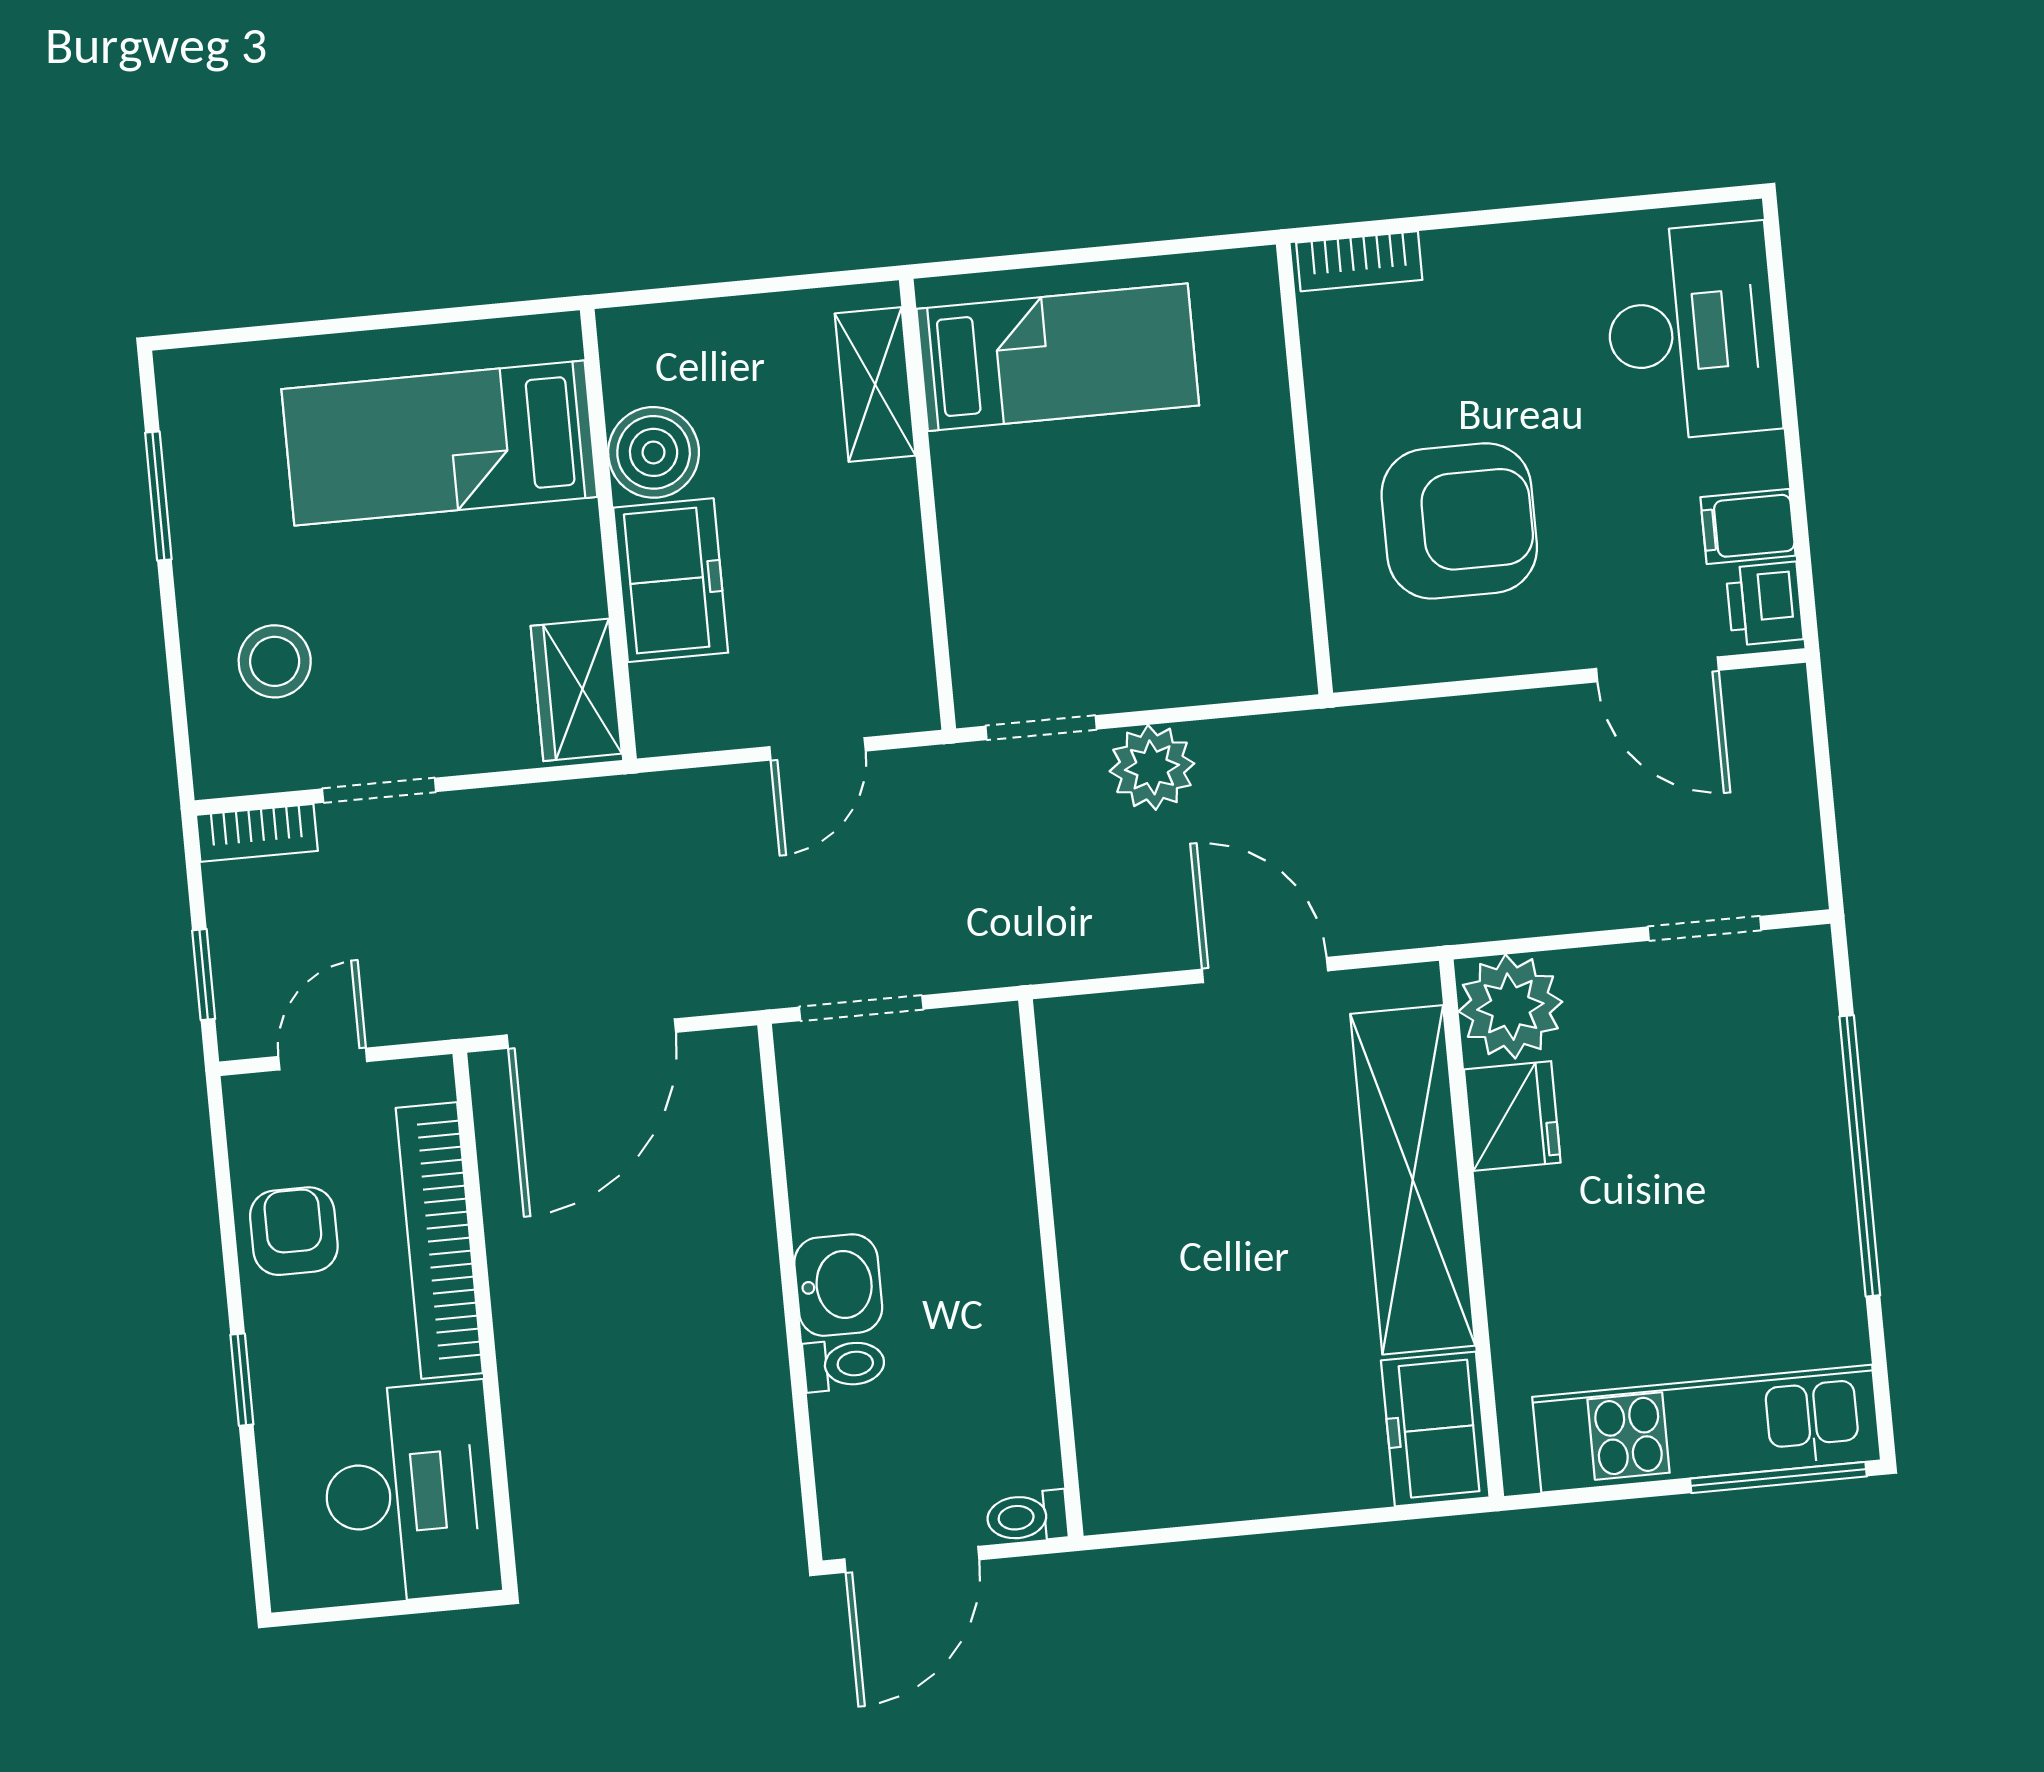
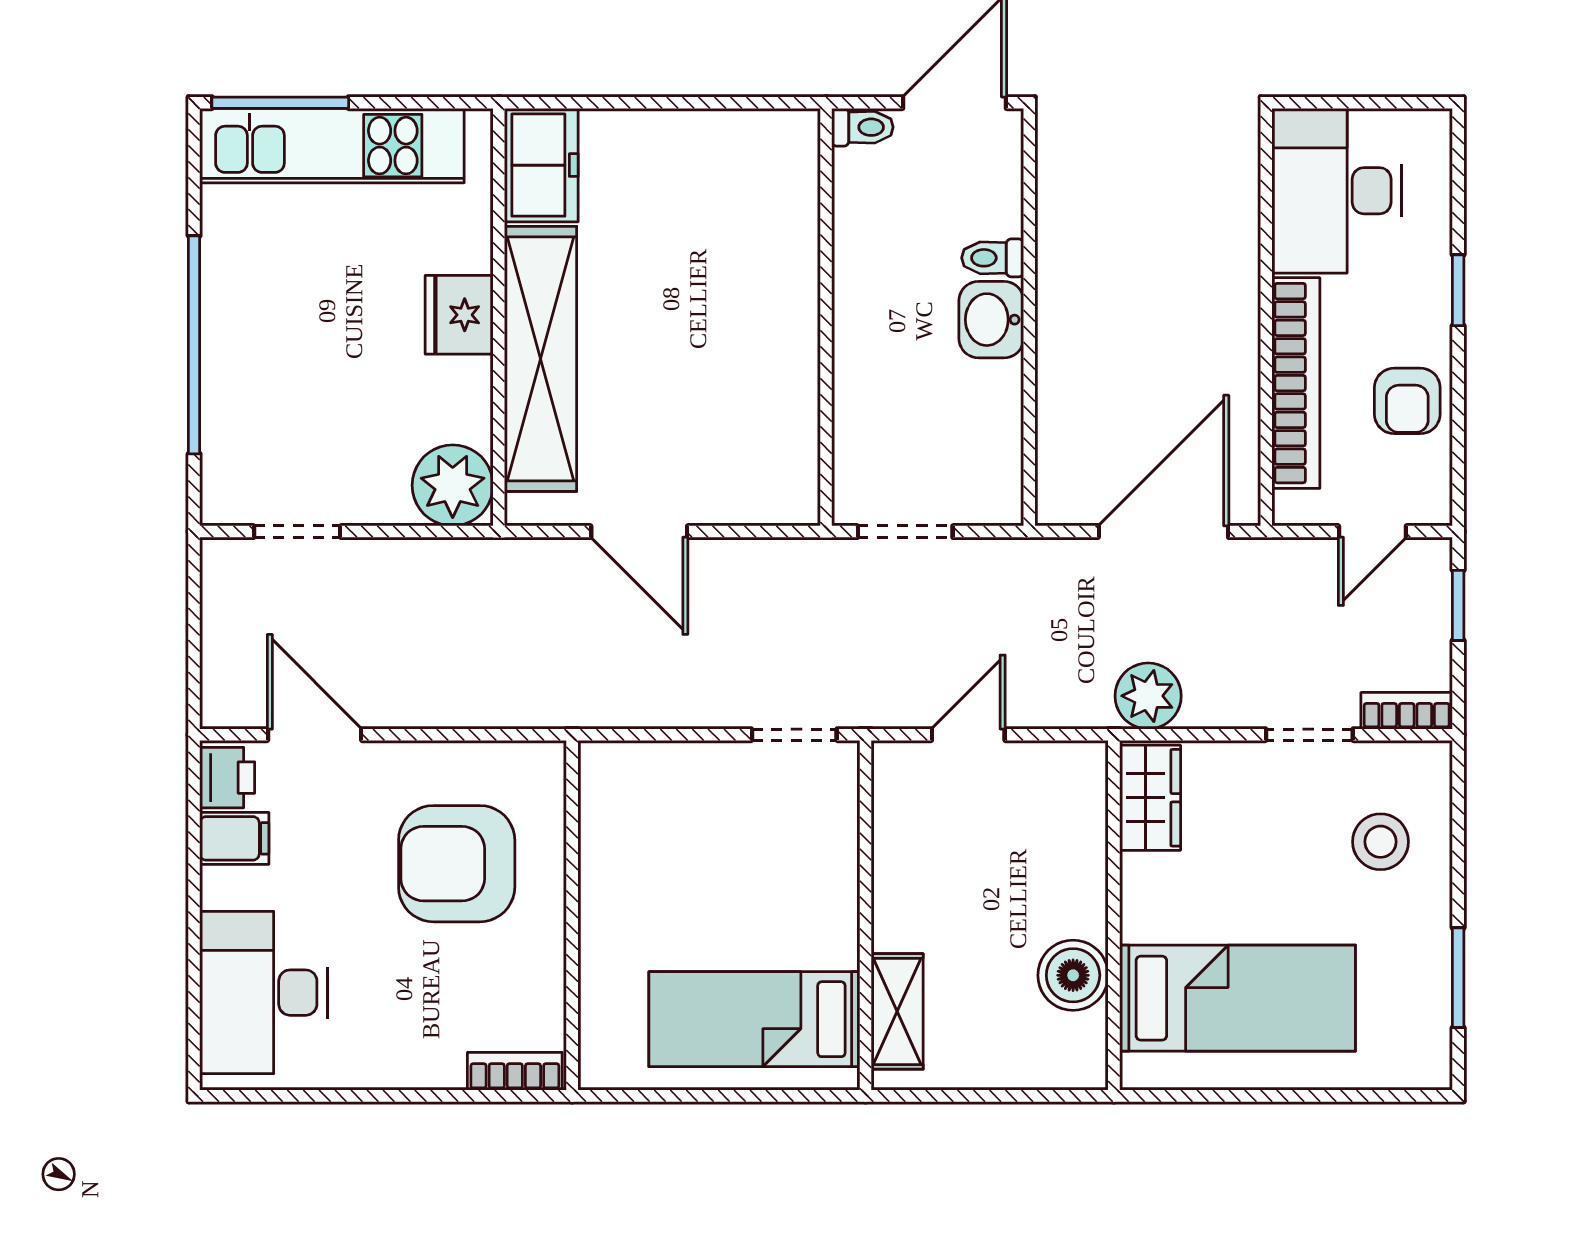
freezer: (671, 580) -> (1069, 875), removed
plant: (1152, 767) -> (1148, 696), moved
doorway: (861, 1008) -> (905, 532), moved
fridge: (1512, 1116) -> (459, 315), moved

